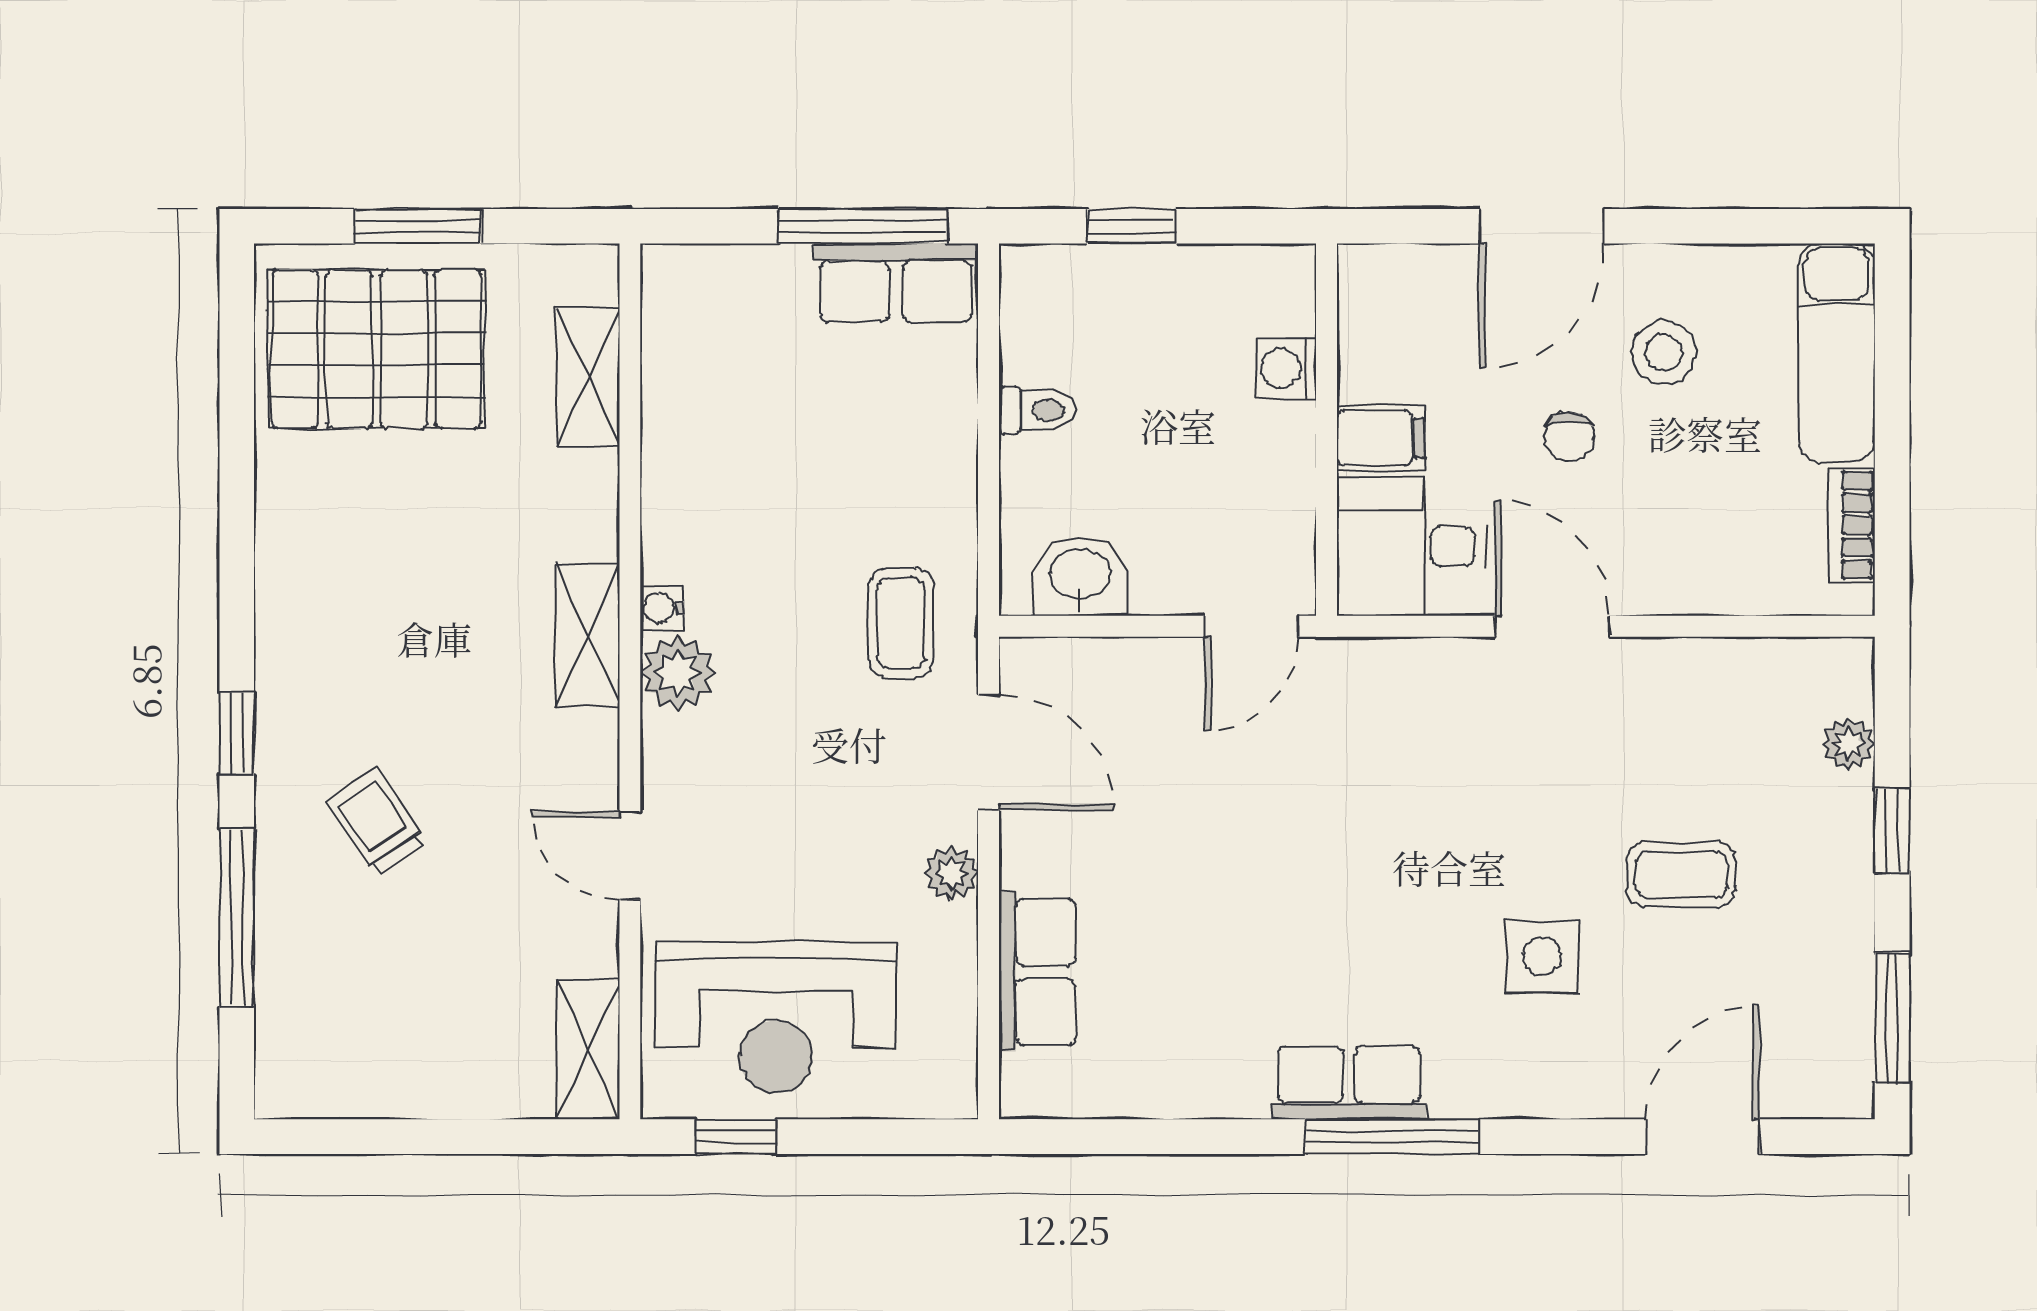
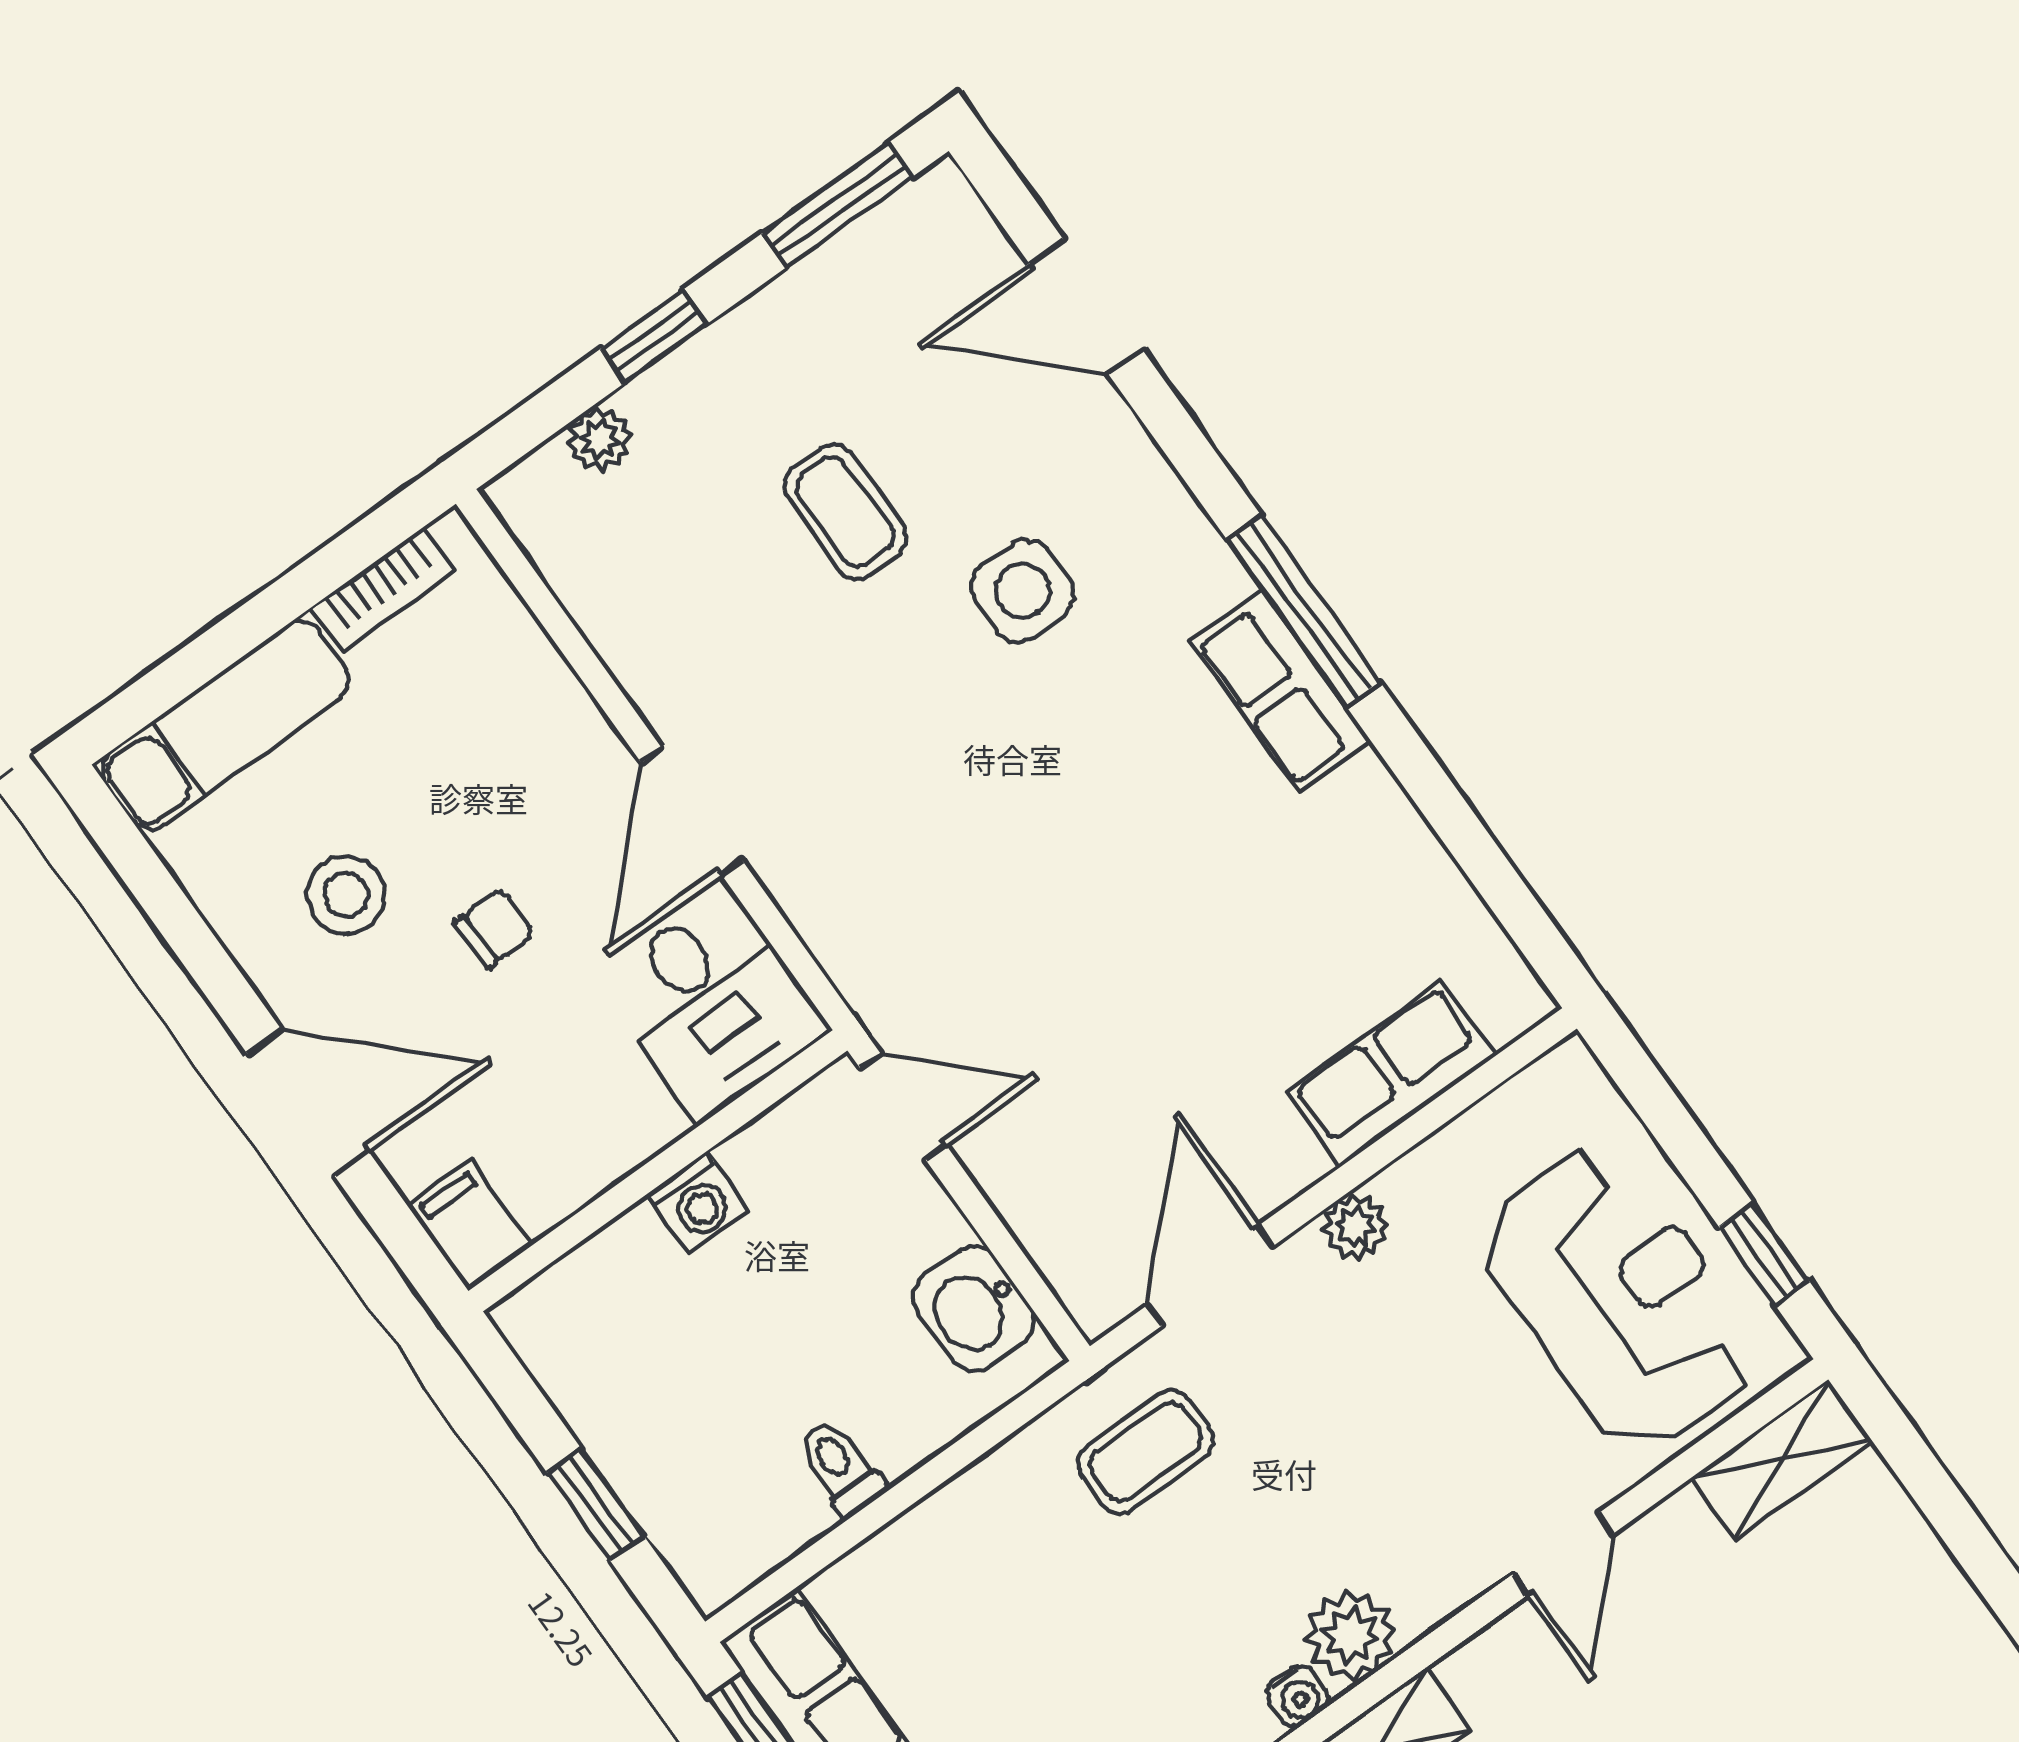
washing machine: (1286, 368) -> (698, 1203), moved
filing cabinet: (1381, 438) -> (470, 1225), moved

